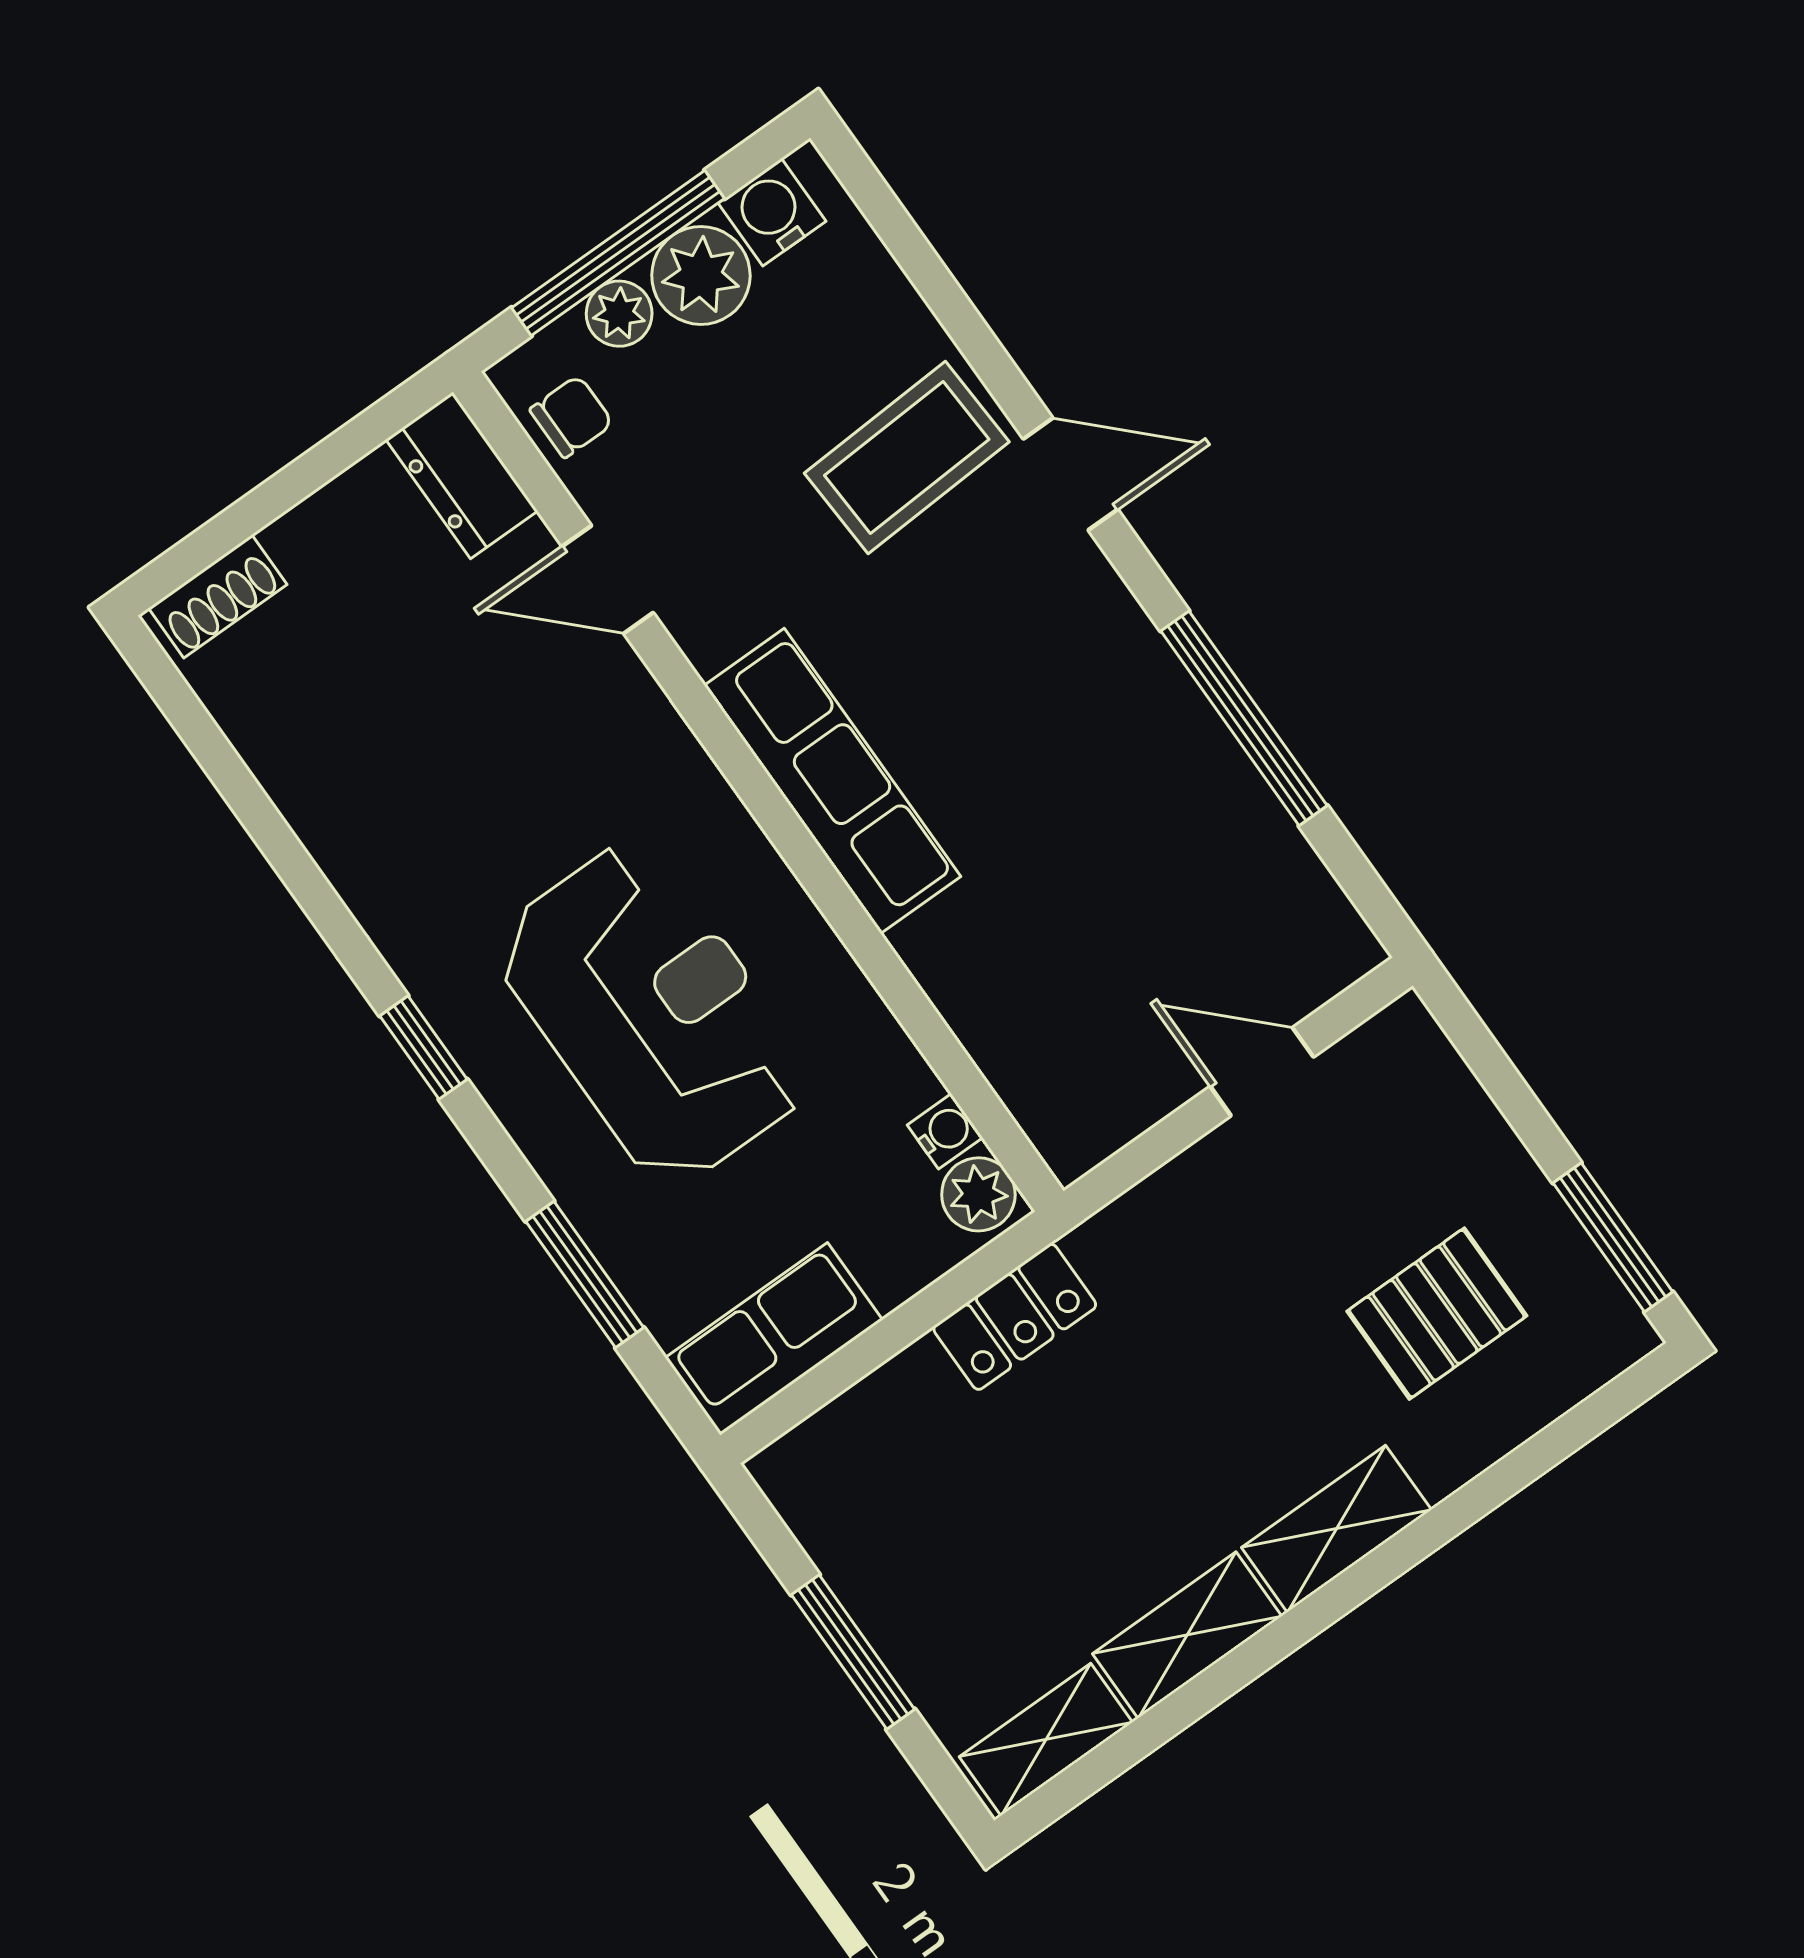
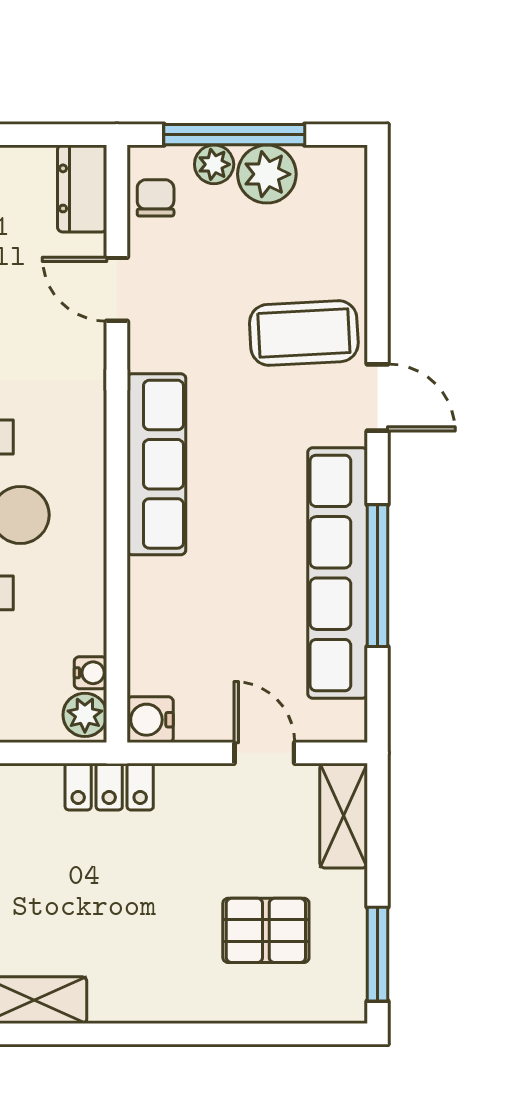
water cooler: (772, 212) -> (150, 720), moved, turned -90
chair: (571, 417) -> (156, 198), turned -90
row of seats: (1187, 754) -> (338, 573), added
locker: (1015, 1317) -> (109, 787), moved
shelving: (1336, 1529) -> (344, 816), moved, turned 90

